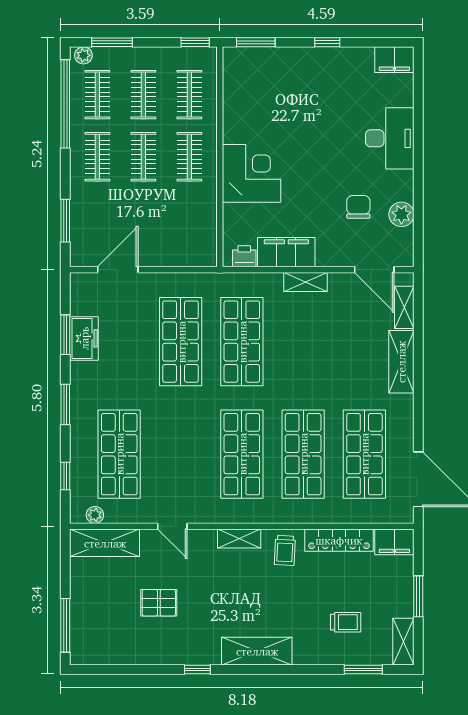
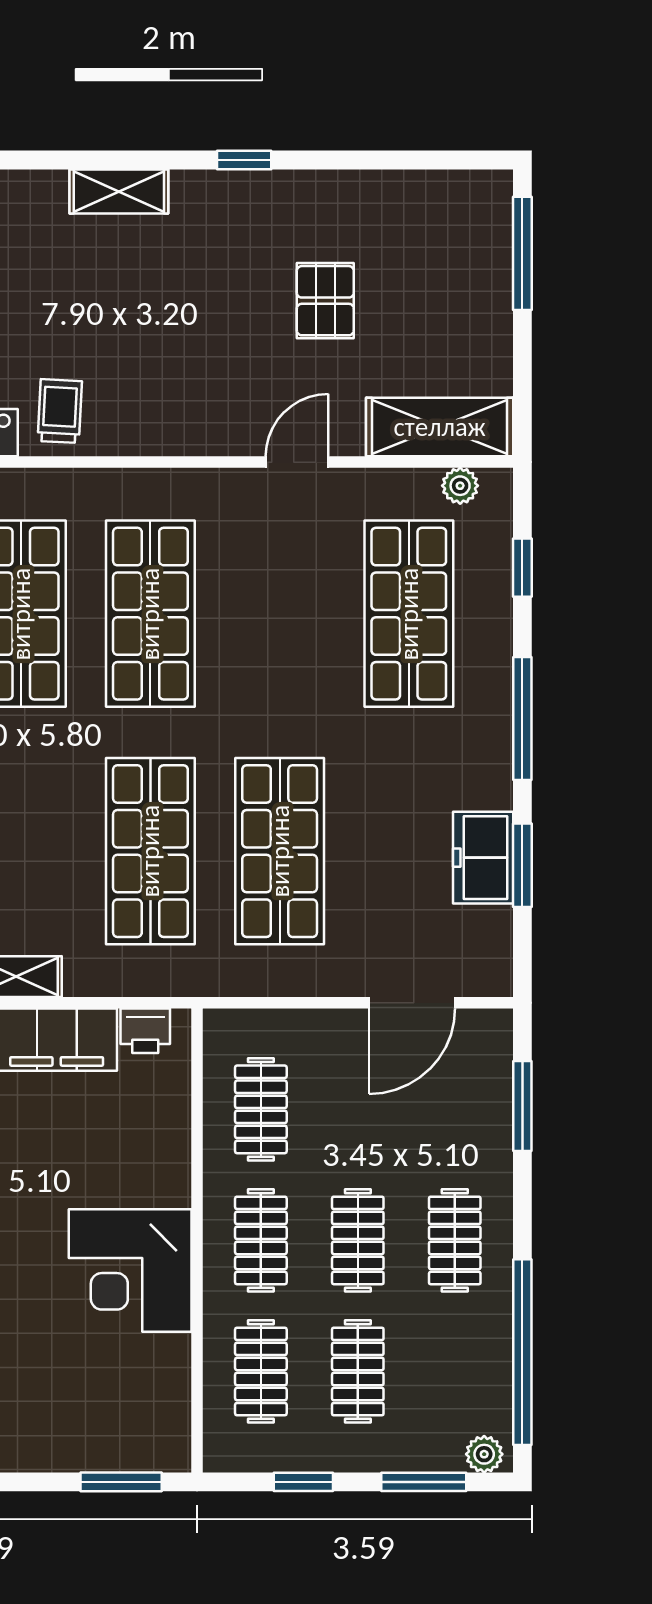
window: (195, 42) -> (303, 1482), moved
clothes rail: (97, 95) -> (261, 1109), moved
corner desk: (251, 173) -> (130, 1270), moved
window: (65, 404) -> (522, 719), width x1.44
door: (172, 526) -> (297, 462), hinge flipped
shelving: (239, 538) -> (156, 436), removed
pallet: (159, 603) -> (325, 301), turned 90
shelving: (257, 651) -> (119, 191), width x0.67, depth x0.75

